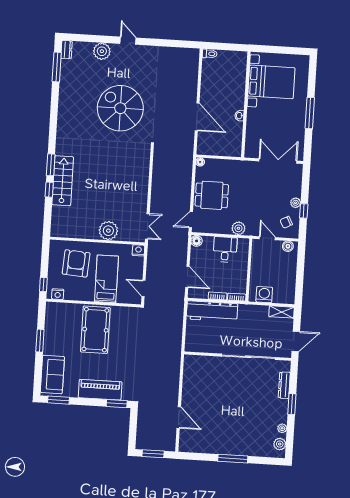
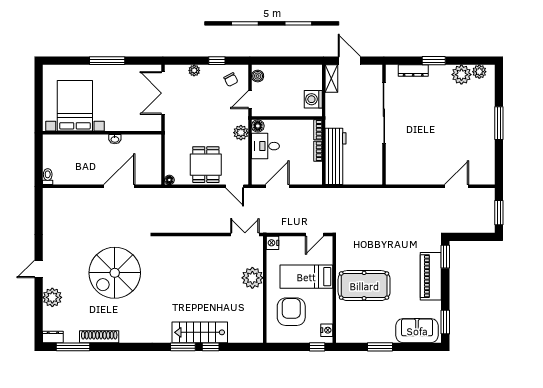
shoe rack: (64, 91) -> (99, 337), added
plant: (296, 203) -> (194, 70), moved
floor lamp: (197, 241) -> (258, 126), moved
armchair: (76, 263) -> (291, 312), turned 86
door: (187, 277) -> (277, 186), moved
door: (296, 341) -> (349, 61), moved
plant: (282, 428) -> (461, 75), width x1.87, depth x1.87

